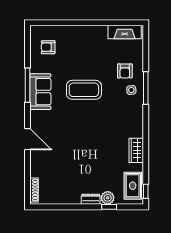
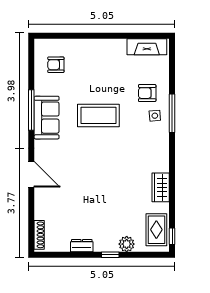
armchair: (125, 71) -> (147, 93), turned 90
dresser: (91, 199) -> (82, 246), moved
window: (109, 207) -> (110, 255), moved

